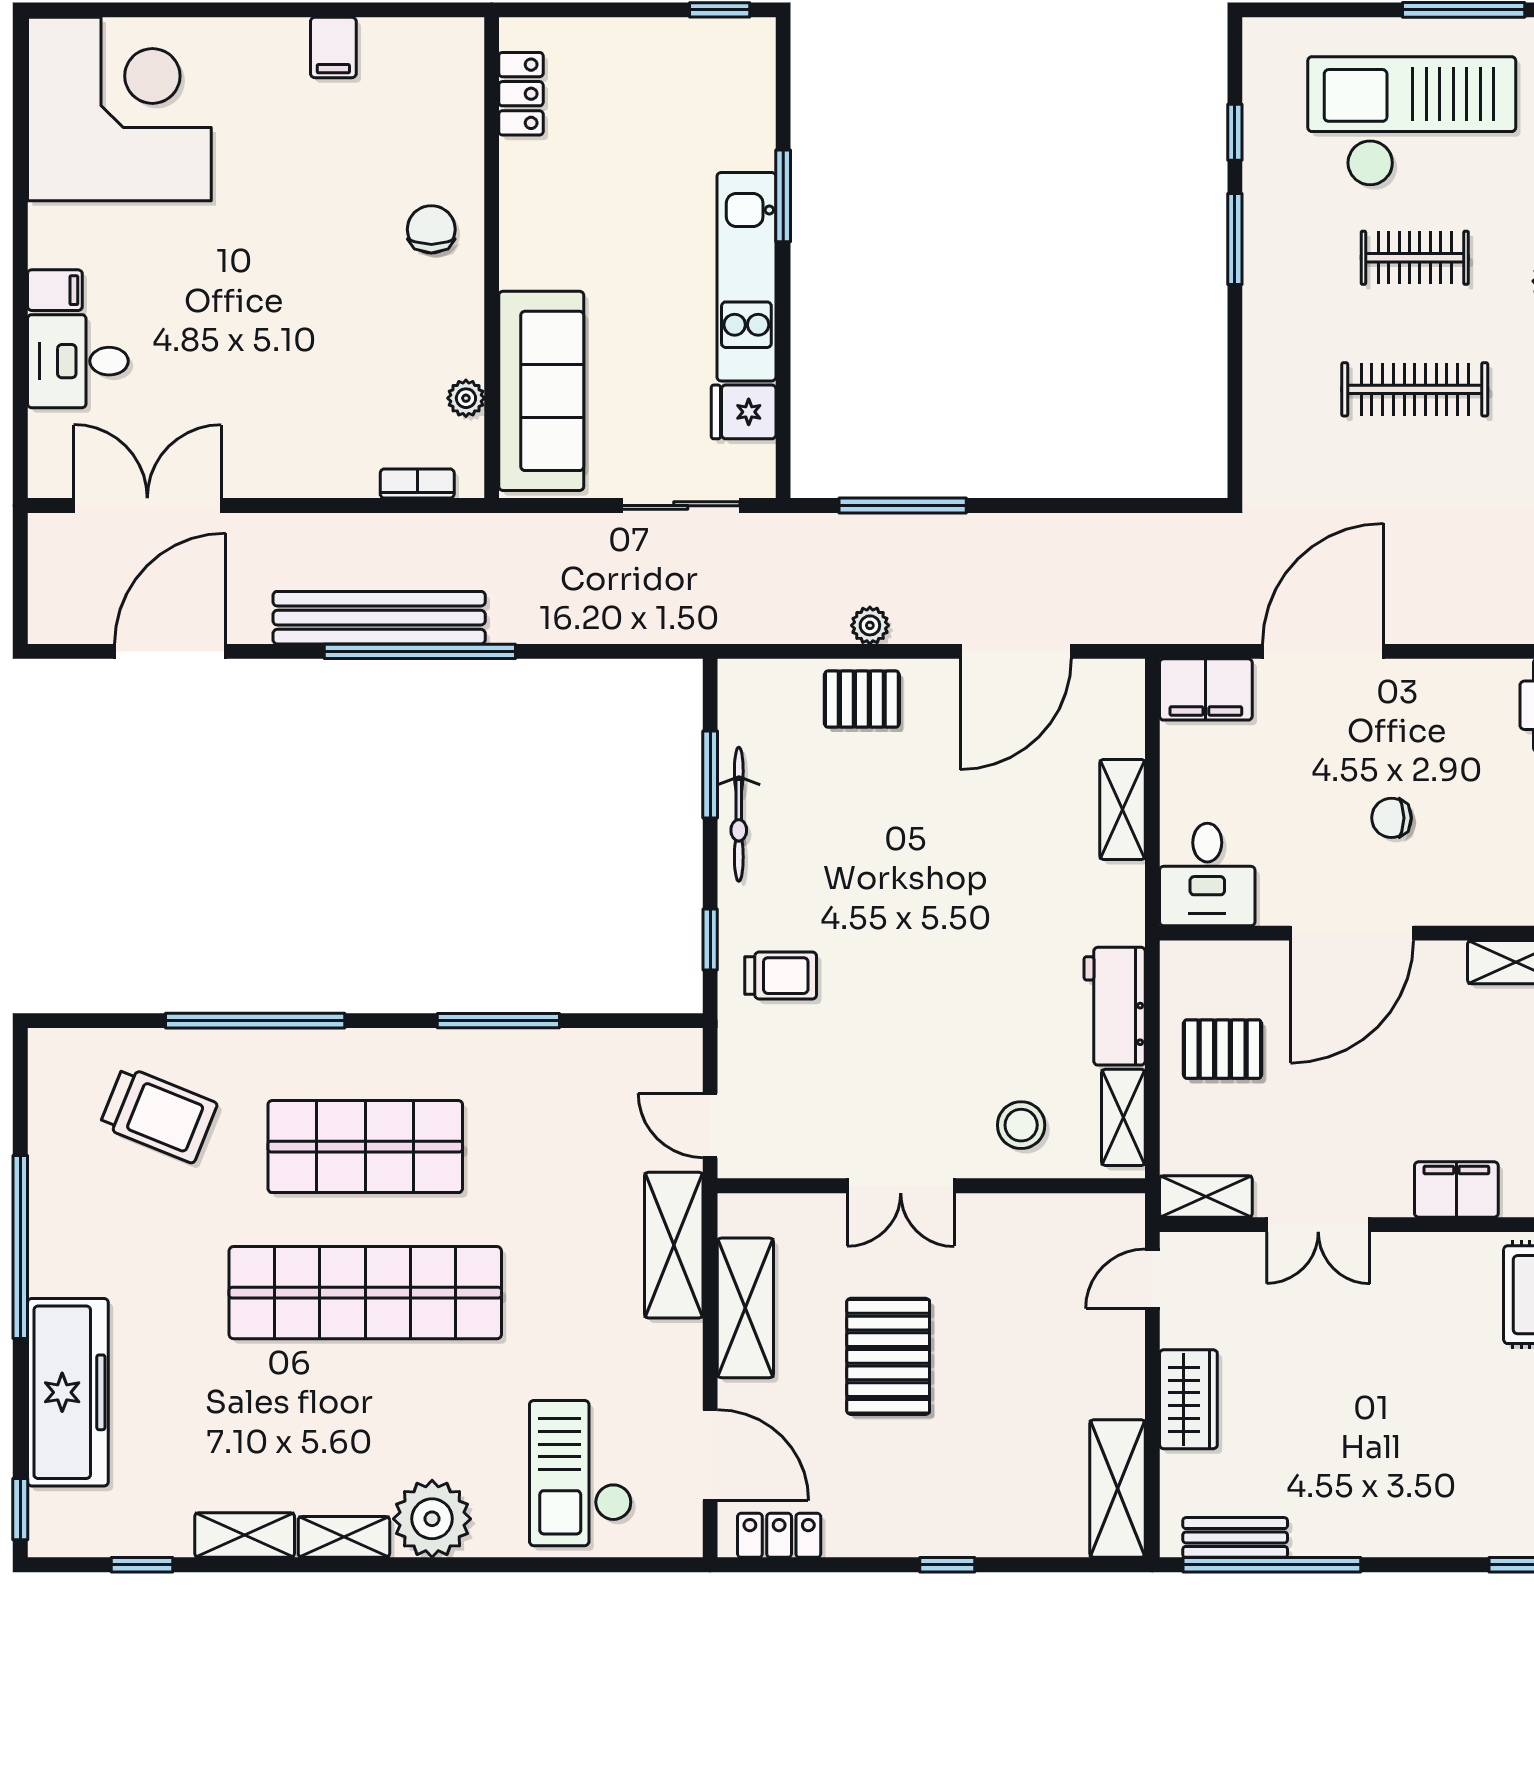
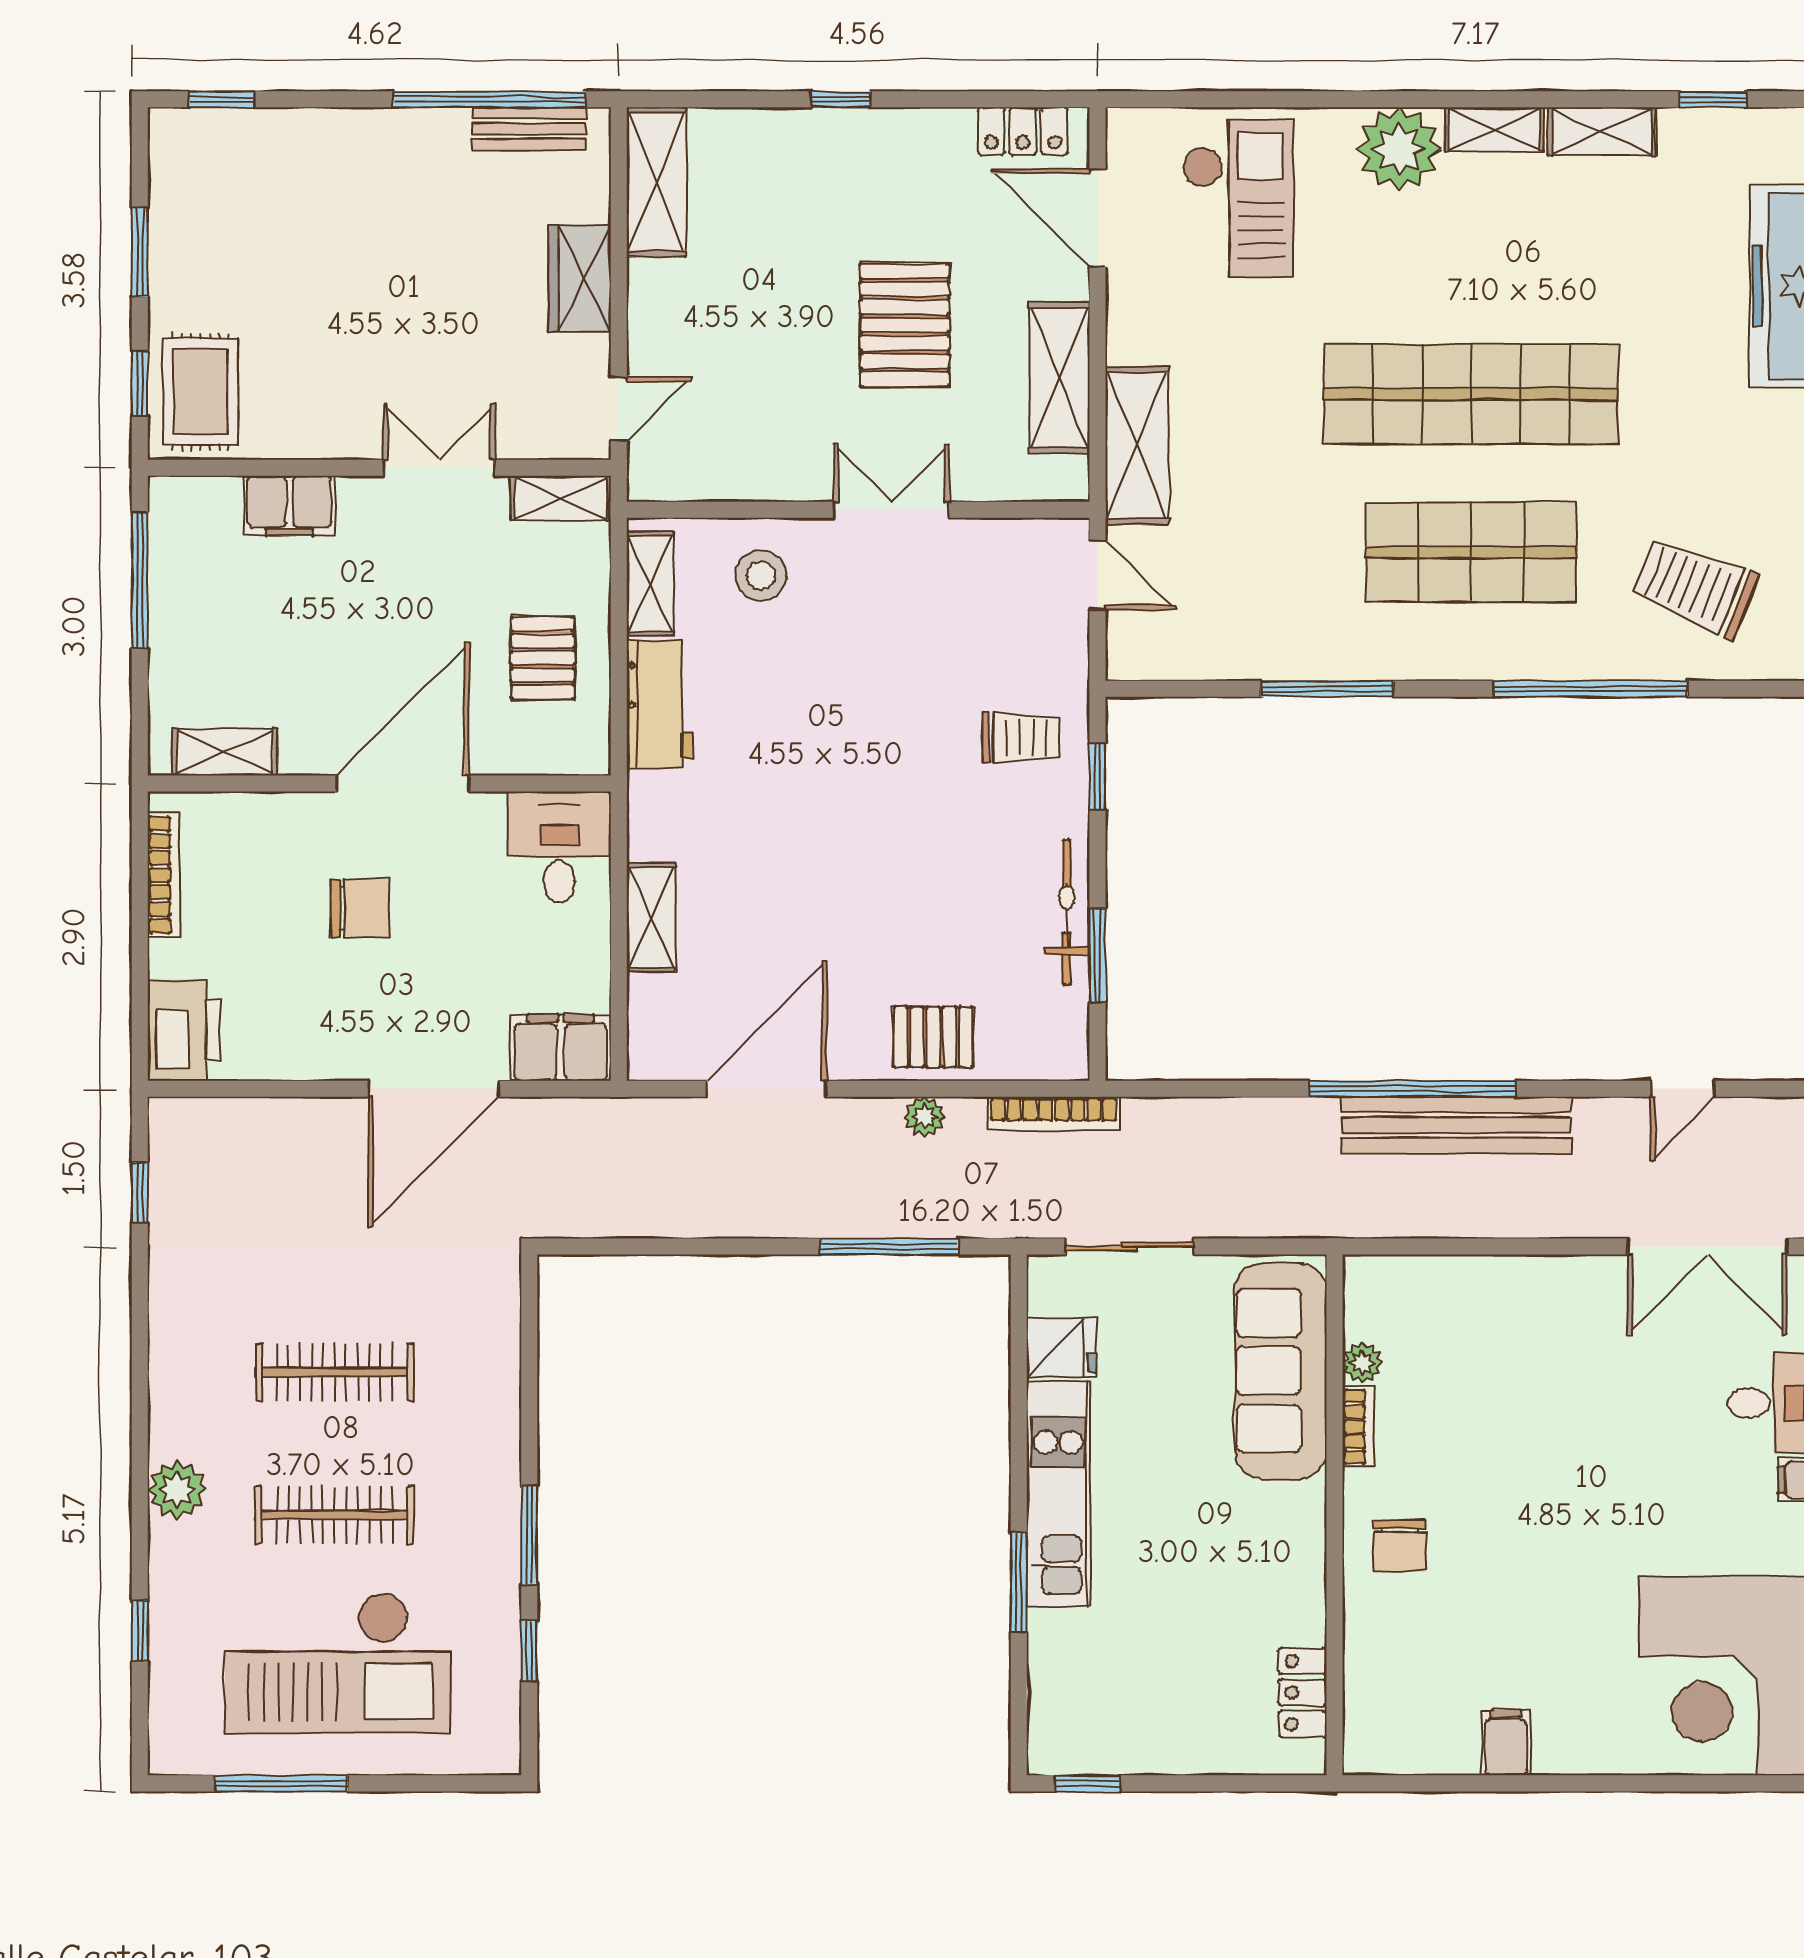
clothes rail: (1415, 258) -> (335, 1515), width x1.36
bookcase: (417, 484) -> (1358, 1427), moved, turned -90
bookcase: (751, 628) -> (1054, 1114), added
door: (170, 651) -> (1683, 1089), width x0.53
chair: (1392, 818) -> (360, 908), width x1.37, depth x1.37
trolley: (781, 976) -> (1021, 738), turned 180
pallet: (1223, 1049) -> (543, 658), turned 90

